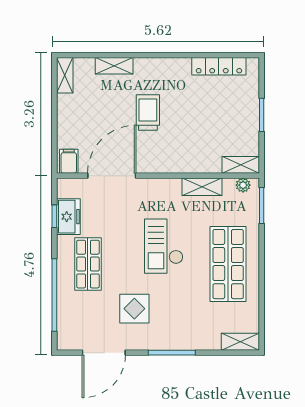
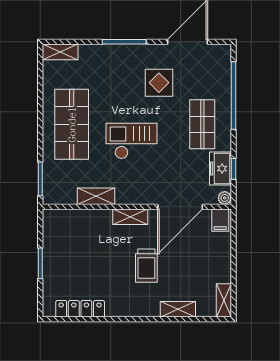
shelving: (241, 165) -> (130, 217), moved
plant: (243, 185) -> (225, 198), moved
checkout: (164, 246) -> (132, 141), turned -90

